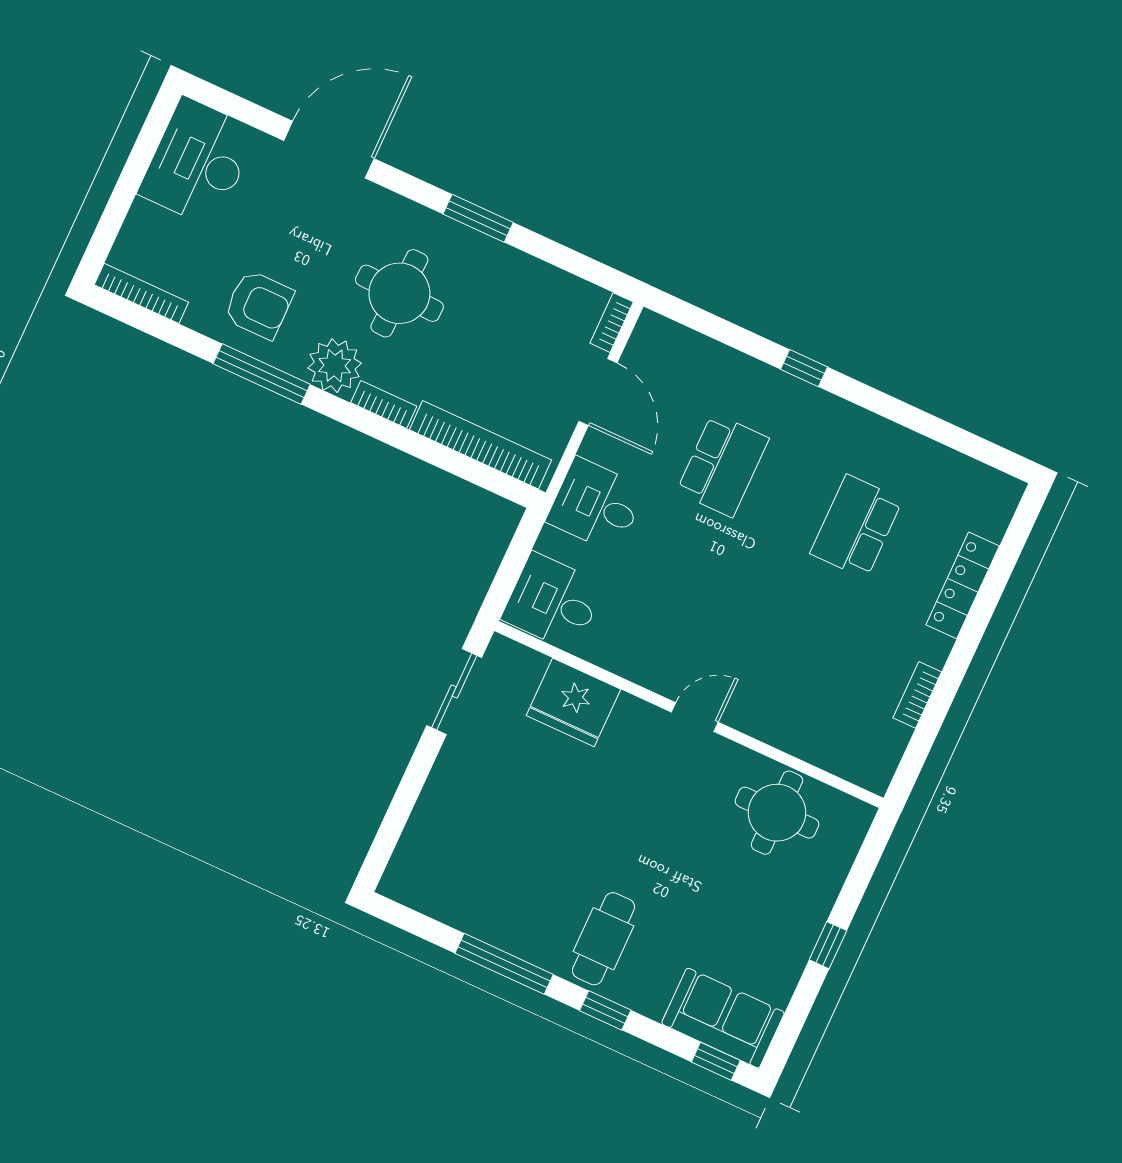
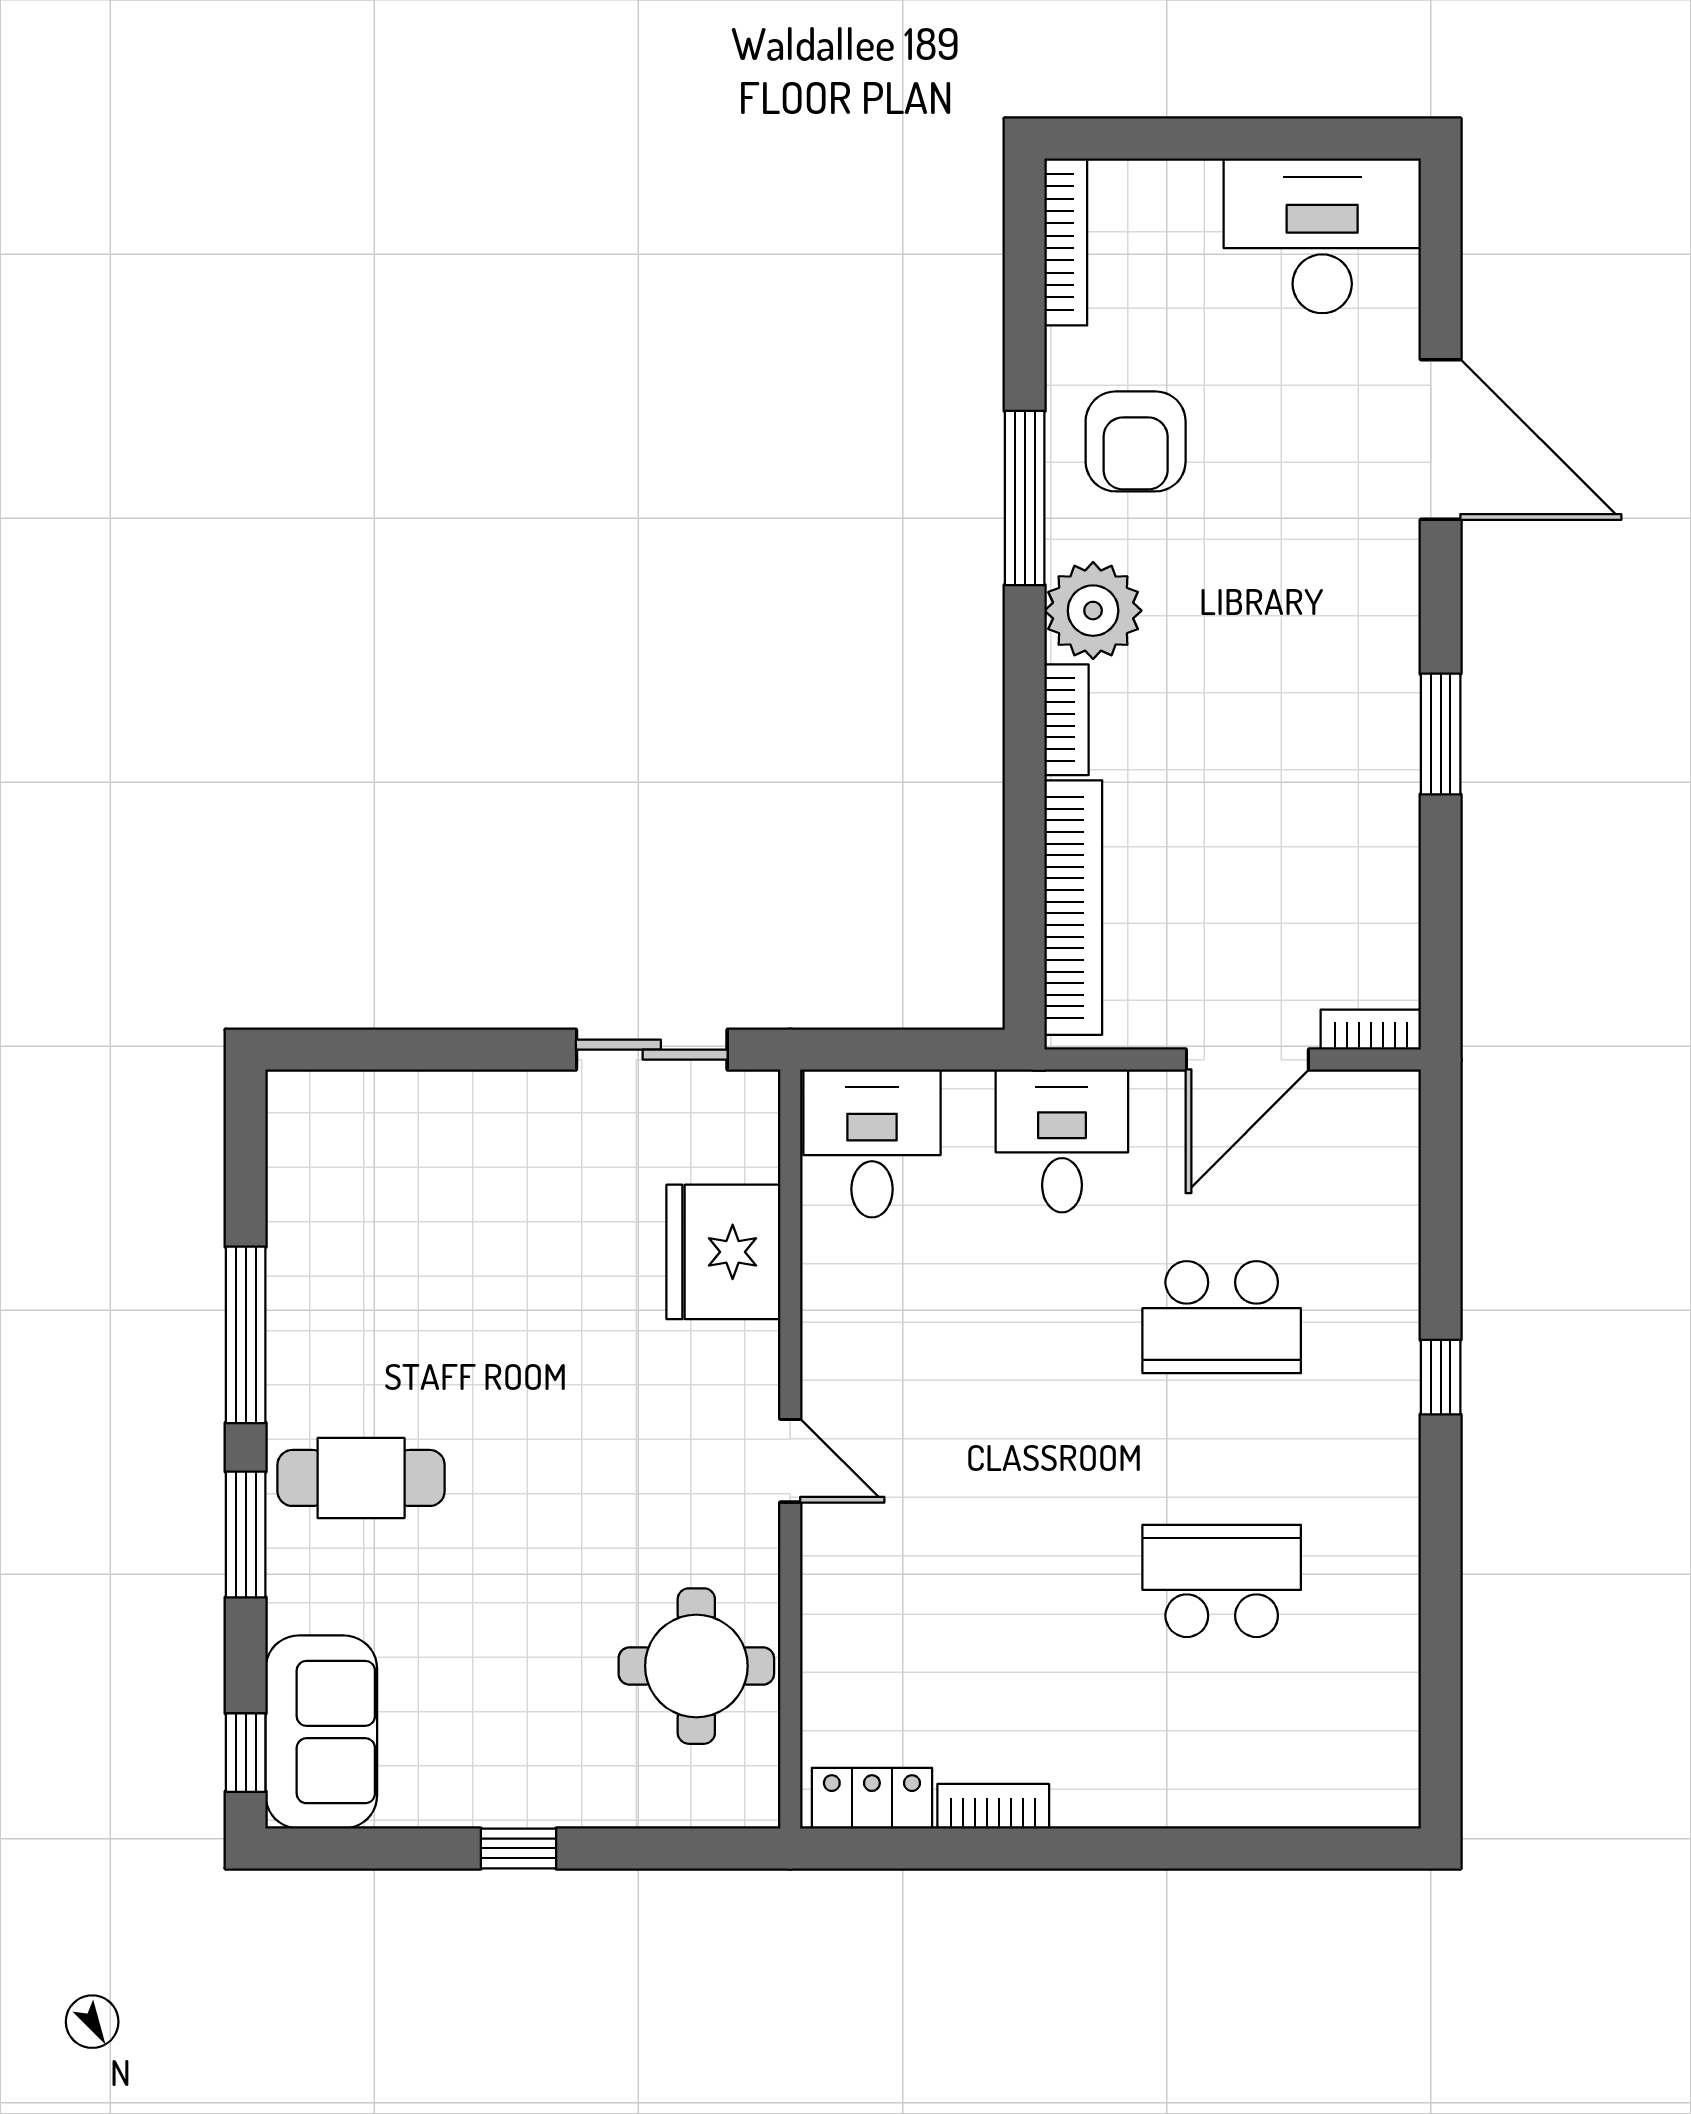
round table: (399, 293) -> (1259, 662), removed
locker: (963, 585) -> (872, 1798), moved, width x0.66
window: (605, 1010) -> (246, 1534), width x1.50

